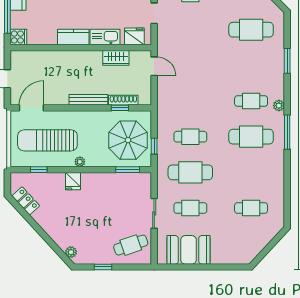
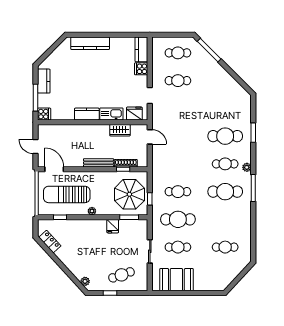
cafe table: (251, 30) -> (225, 136), moved
door: (31, 108) -> (54, 169), hinge flipped
fridge: (73, 181) -> (113, 226), moved
cafe table: (131, 245) -> (122, 275), moved

